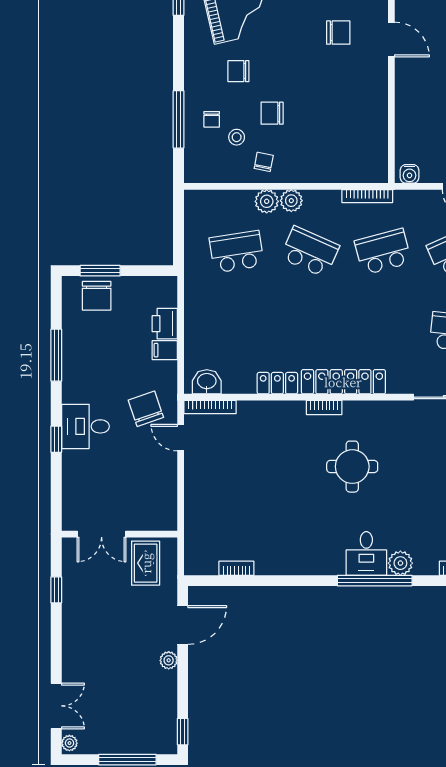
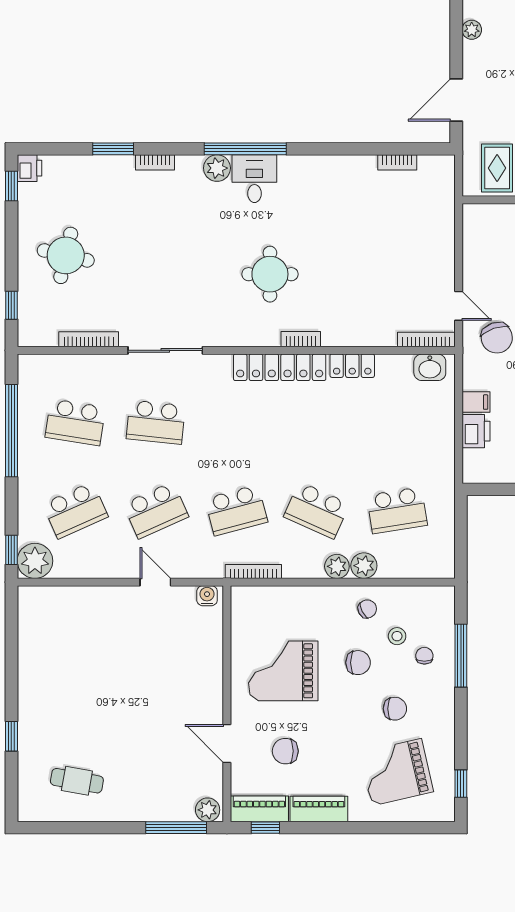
grand piano: (340, 106) -> (283, 671), added
chair: (264, 162) -> (367, 609), turned -129
plant: (169, 660) -> (472, 30), moved

